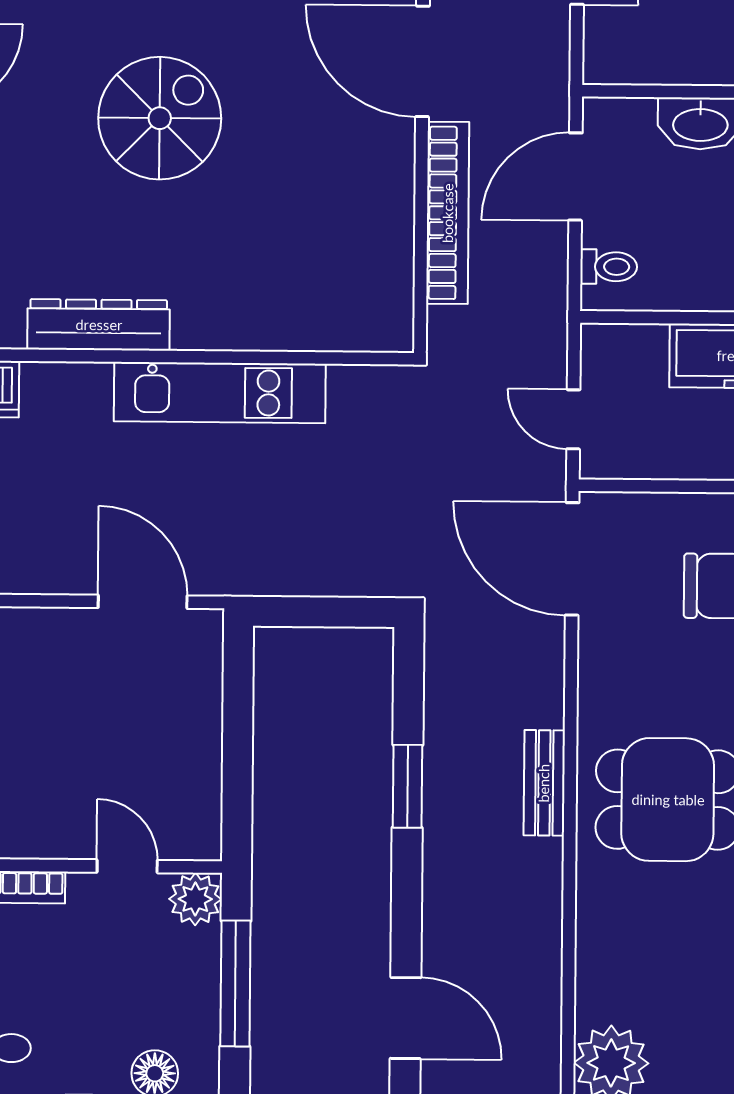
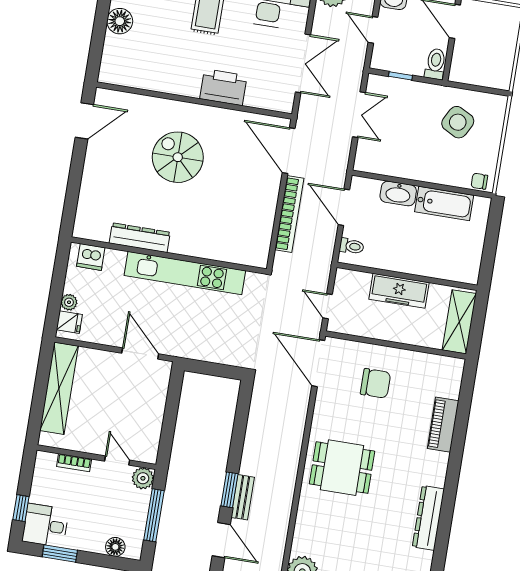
spiral stairs: (160, 118) -> (178, 157), turned -90
door: (575, 177) -> (344, 207), hinge flipped
kitchen unit: (220, 393) -> (185, 273), width x1.36
bench: (544, 783) -> (243, 497), moved
window: (408, 786) -> (229, 490), moved

